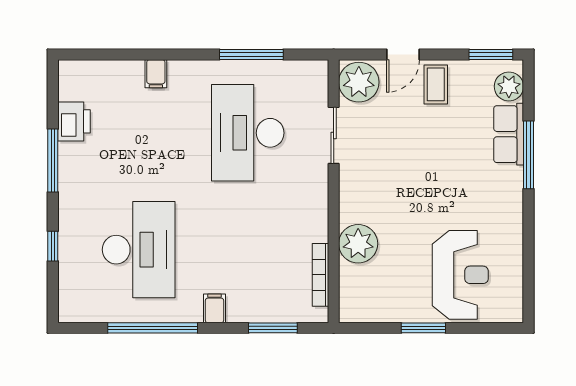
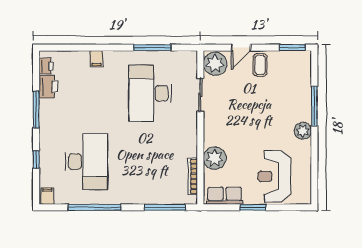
printer: (70, 86) -> (46, 66), added
plant: (509, 86) -> (303, 131), moved
row of seats: (509, 134) -> (225, 196), moved, turned 90
reception desk: (460, 275) -> (274, 176), turned 180
filing cabinet: (214, 308) -> (47, 196), moved
window: (273, 328) -> (165, 207), width x1.44

